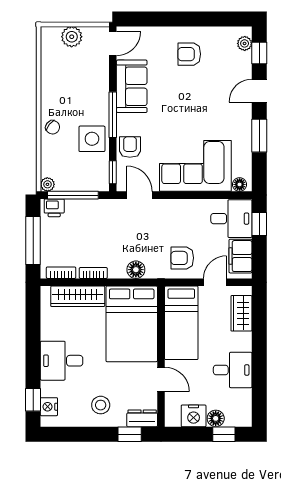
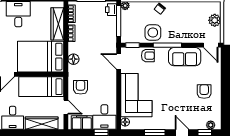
door: (140, 195) -> (119, 61), swing flipped
wardrobe: (241, 313) -> (42, 123), width x1.50

